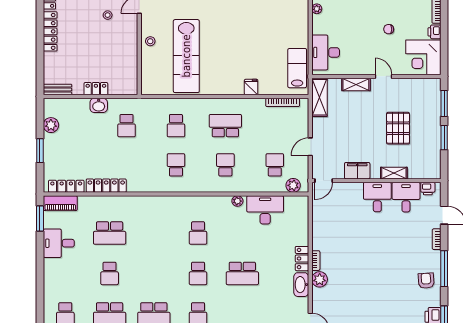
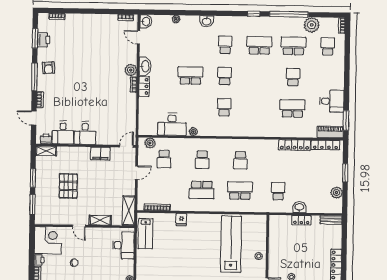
school desk: (176, 126) -> (240, 191), width x1.85
shelving: (394, 173) -> (46, 151), moved

